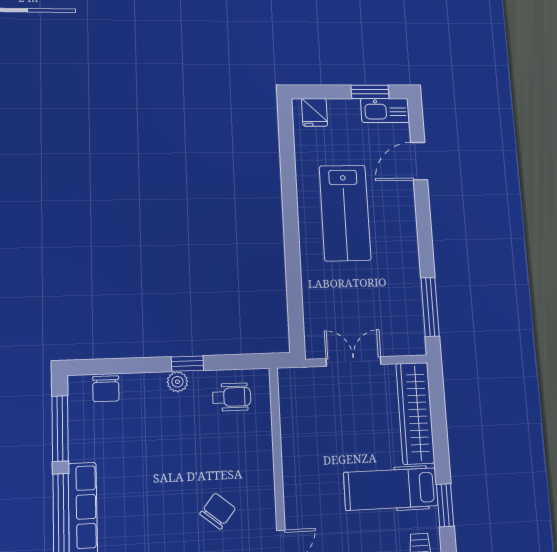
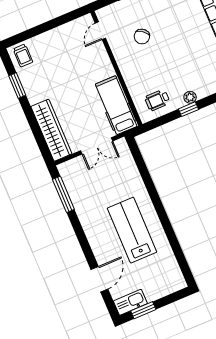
fridge: (315, 112) -> (171, 284), removed
hospital bed: (391, 489) -> (116, 105), moved, turned -90

